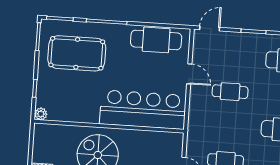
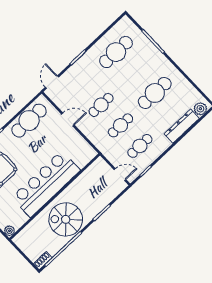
bar counter: (143, 110) -> (46, 184), moved
cafe table: (228, 126) -> (120, 125), added

